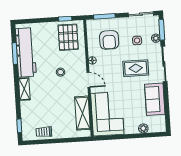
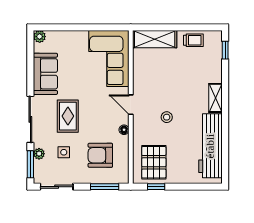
armchair: (109, 40) -> (100, 155), turned -90
window: (15, 54) -> (225, 145), removed
rug: (136, 68) -> (68, 116), turned 90
shelving: (82, 113) -> (155, 39), moved, turned 90
plant: (143, 128) -> (40, 37), moved

